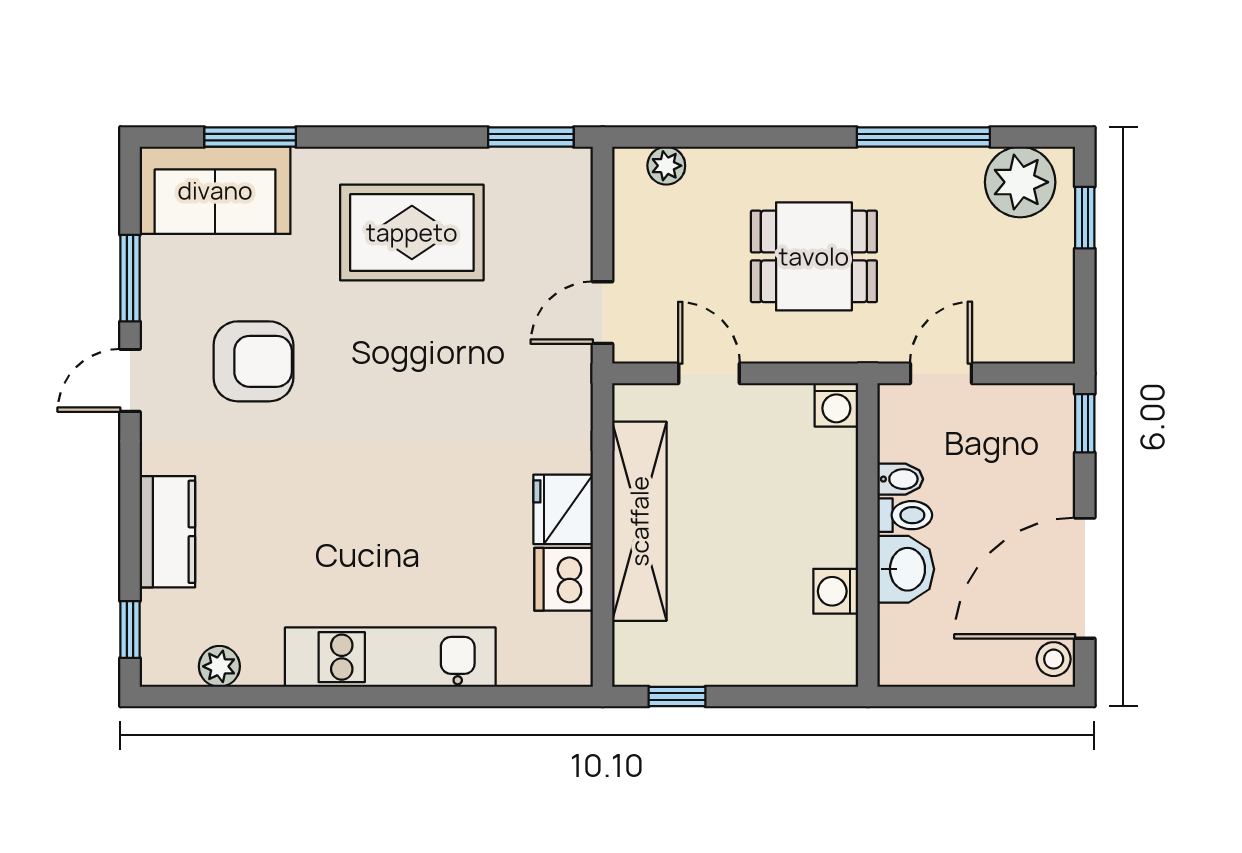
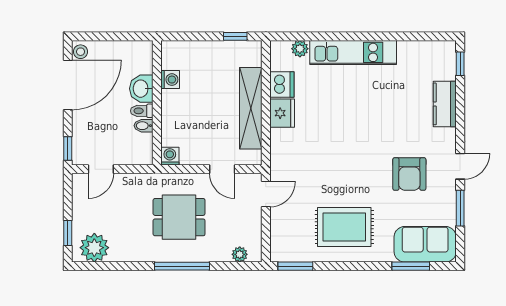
window: (923, 137) -> (182, 266), moved
armchair: (253, 361) -> (409, 174), turned -90
door: (941, 373) -> (101, 169), moved
plant: (219, 666) -> (300, 49), moved

